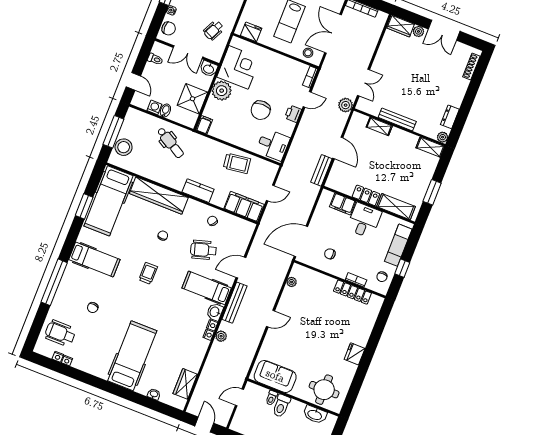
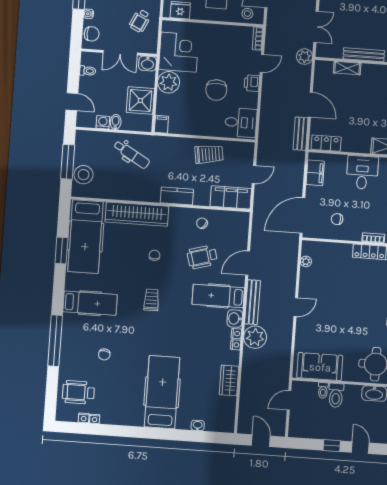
locker: (366, 195) -> (326, 143), moved
filing cabinet: (343, 204) -> (315, 173), moved, turned -90
plant: (221, 336) -> (255, 337), width x1.87, depth x1.87
wardrobe: (185, 384) -> (229, 380), moved

